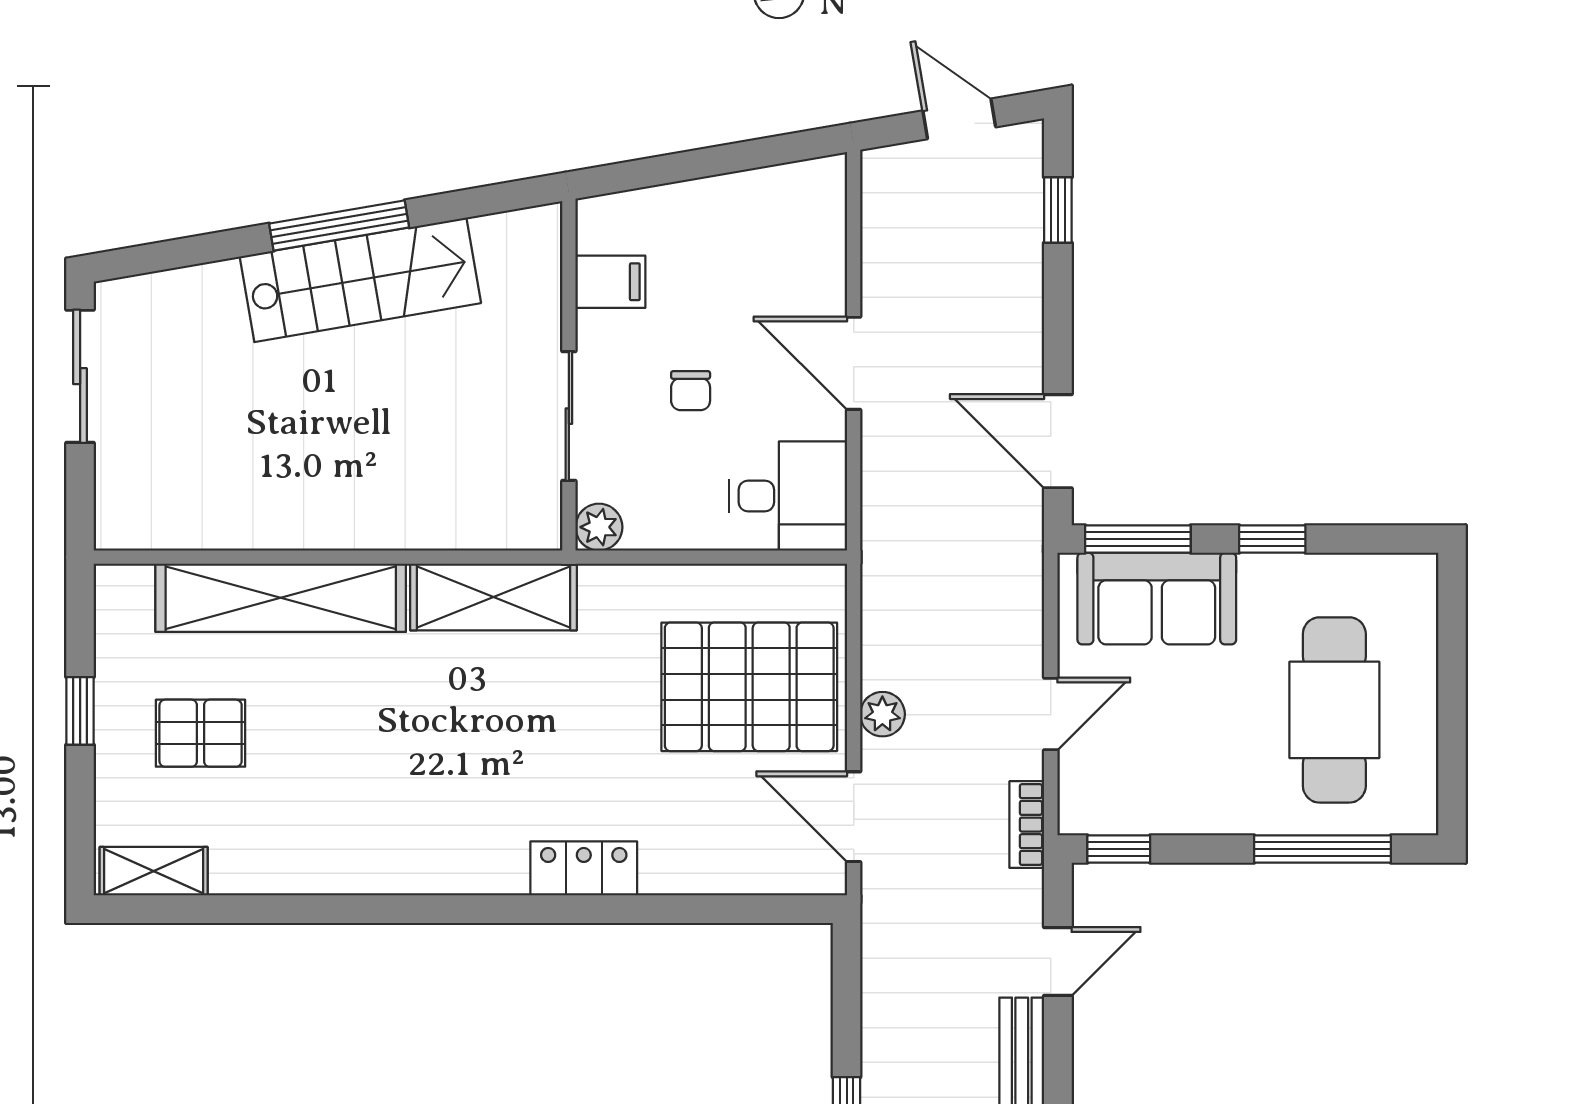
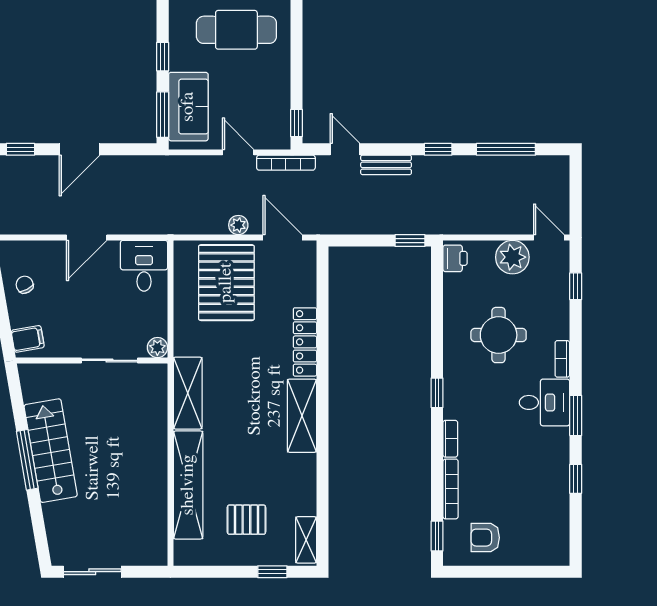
filing cabinet: (610, 282) -> (28, 339), moved, turned 80
chair: (691, 391) -> (25, 285), moved, turned -117
door: (1058, 441) -> (79, 149), moved
window: (80, 711) -> (272, 572), moved
pallet: (201, 733) -> (246, 520), turned 90
door: (854, 817) -> (283, 237), swing flipped
bookcase: (1027, 825) -> (286, 163), width x1.56
window: (1323, 849) -> (296, 35), removed
shelving: (441, 862) -> (302, 416), added
locker: (584, 868) -> (305, 342), width x1.53

